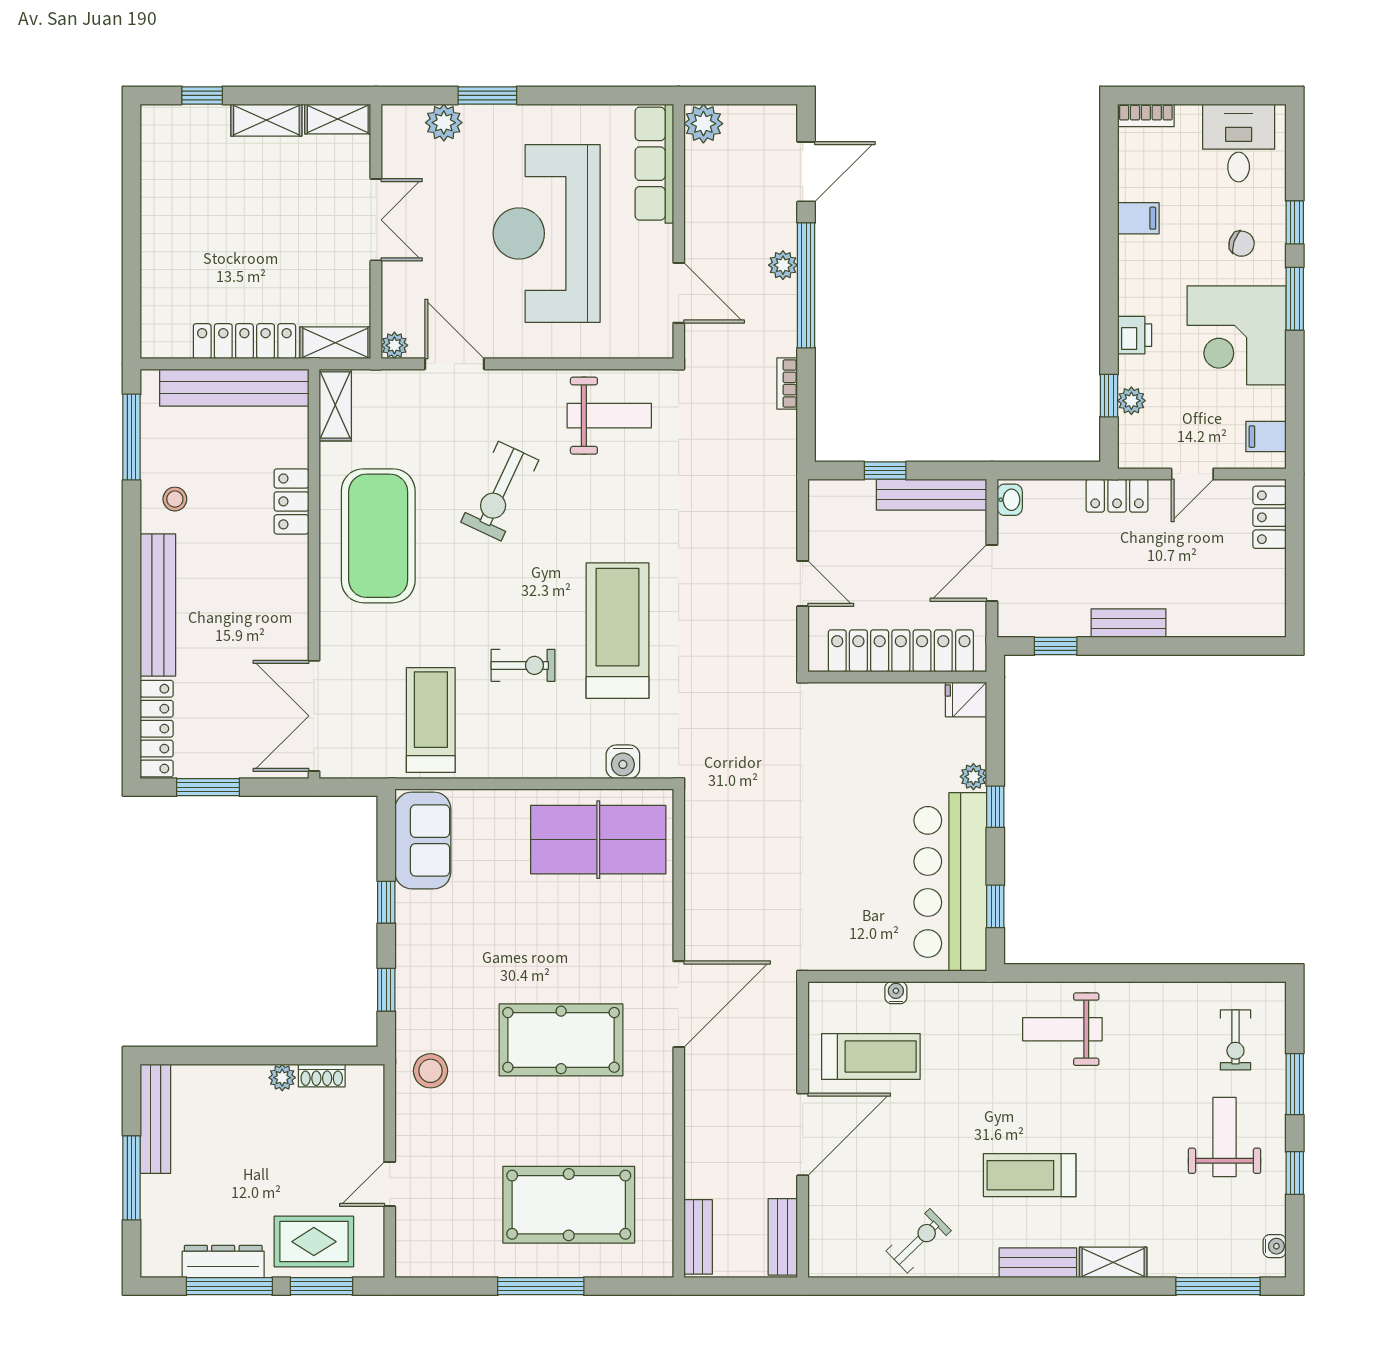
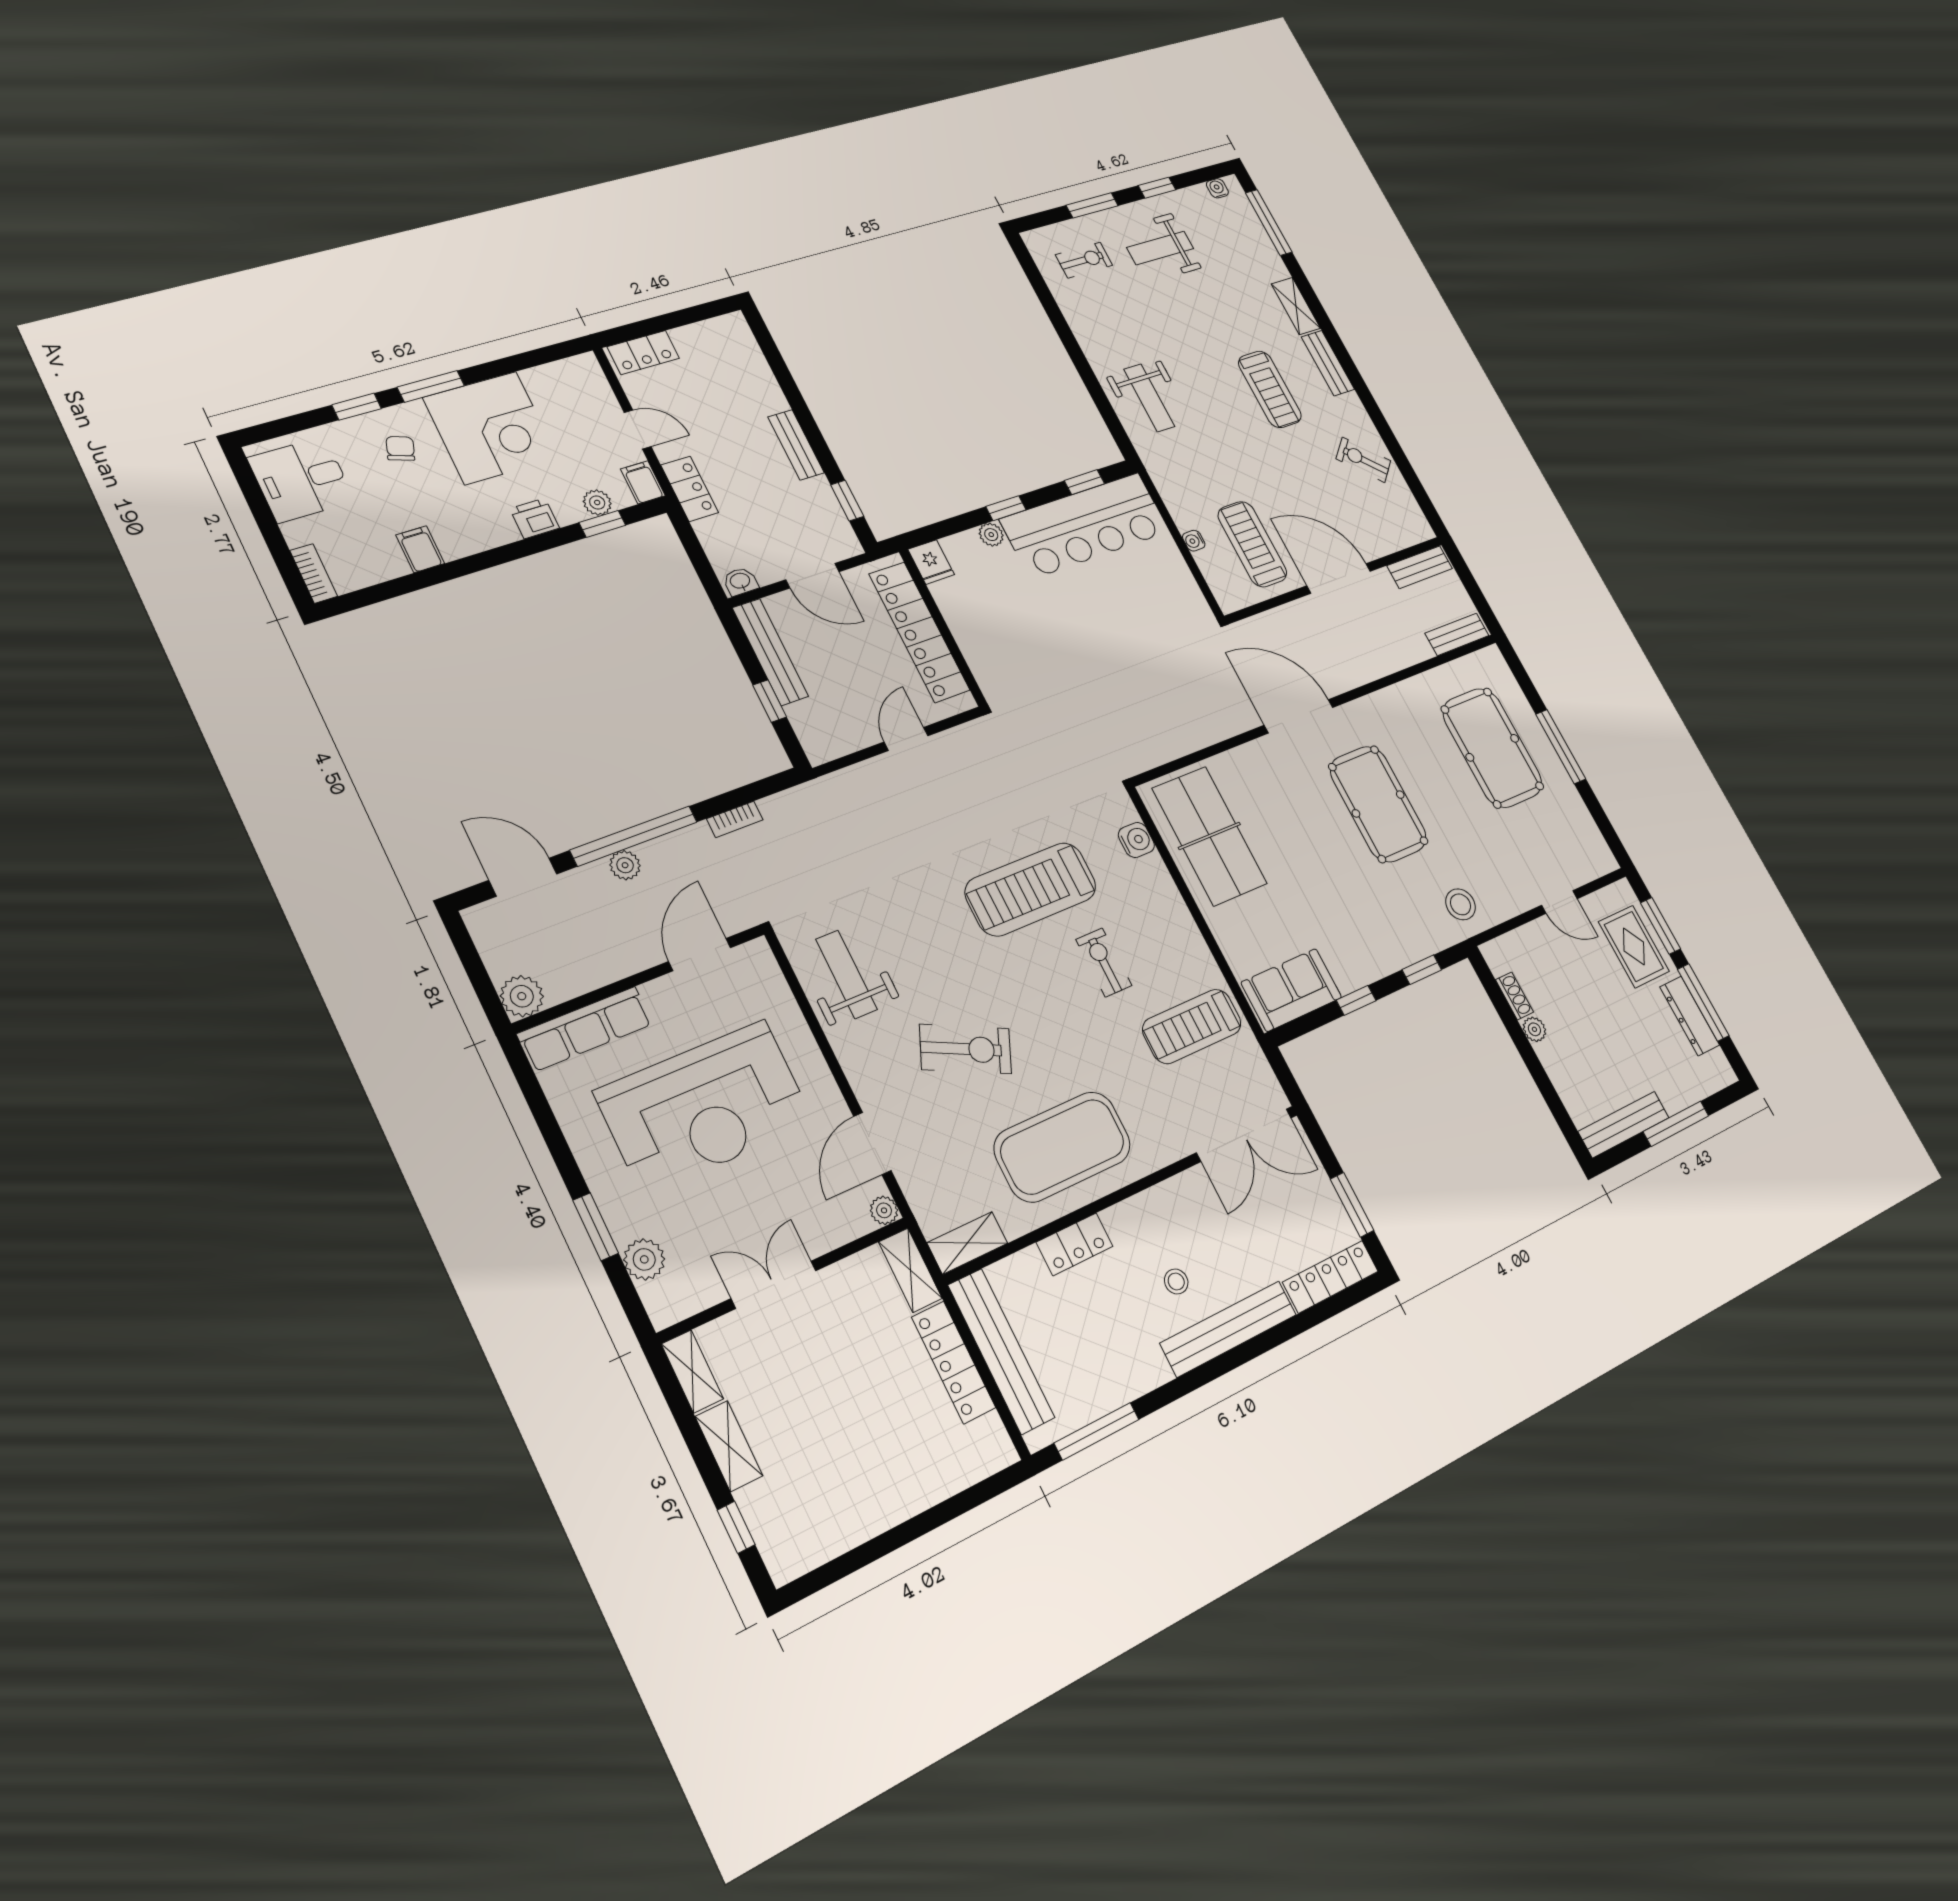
filing cabinet: (1266, 437) -> (643, 482), moved, turned 180
stool: (175, 499) -> (1176, 1281), moved

